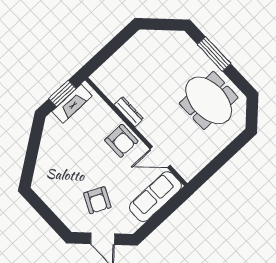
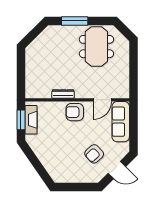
meeting table: (209, 100) -> (96, 47), turned 90
armchair: (121, 141) -> (75, 112), turned 180
armchair: (97, 200) -> (94, 154), turned 111

